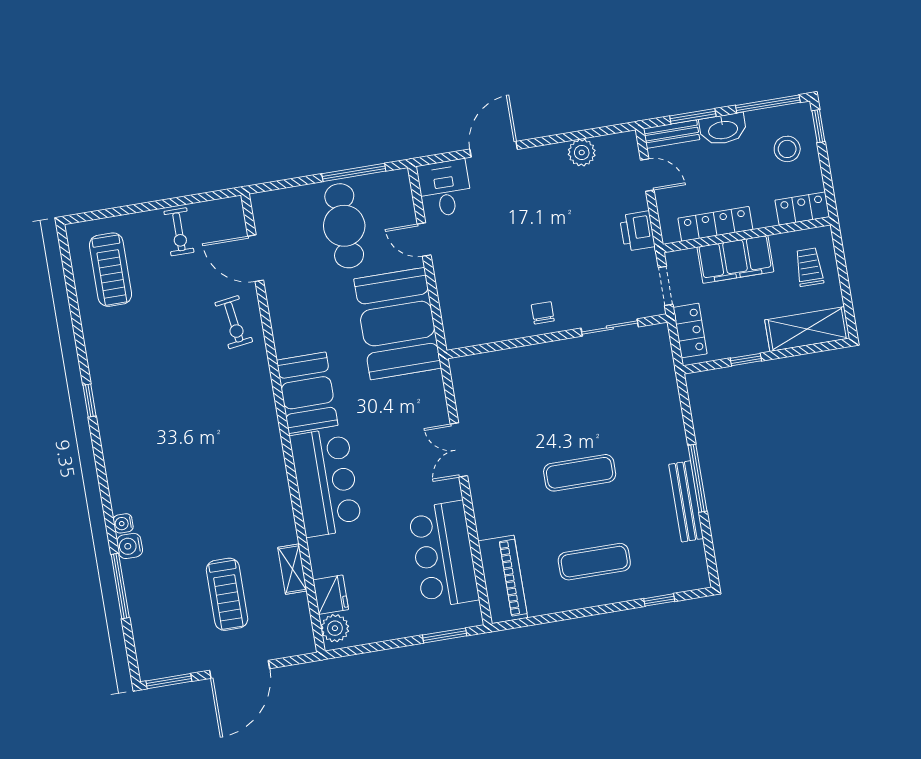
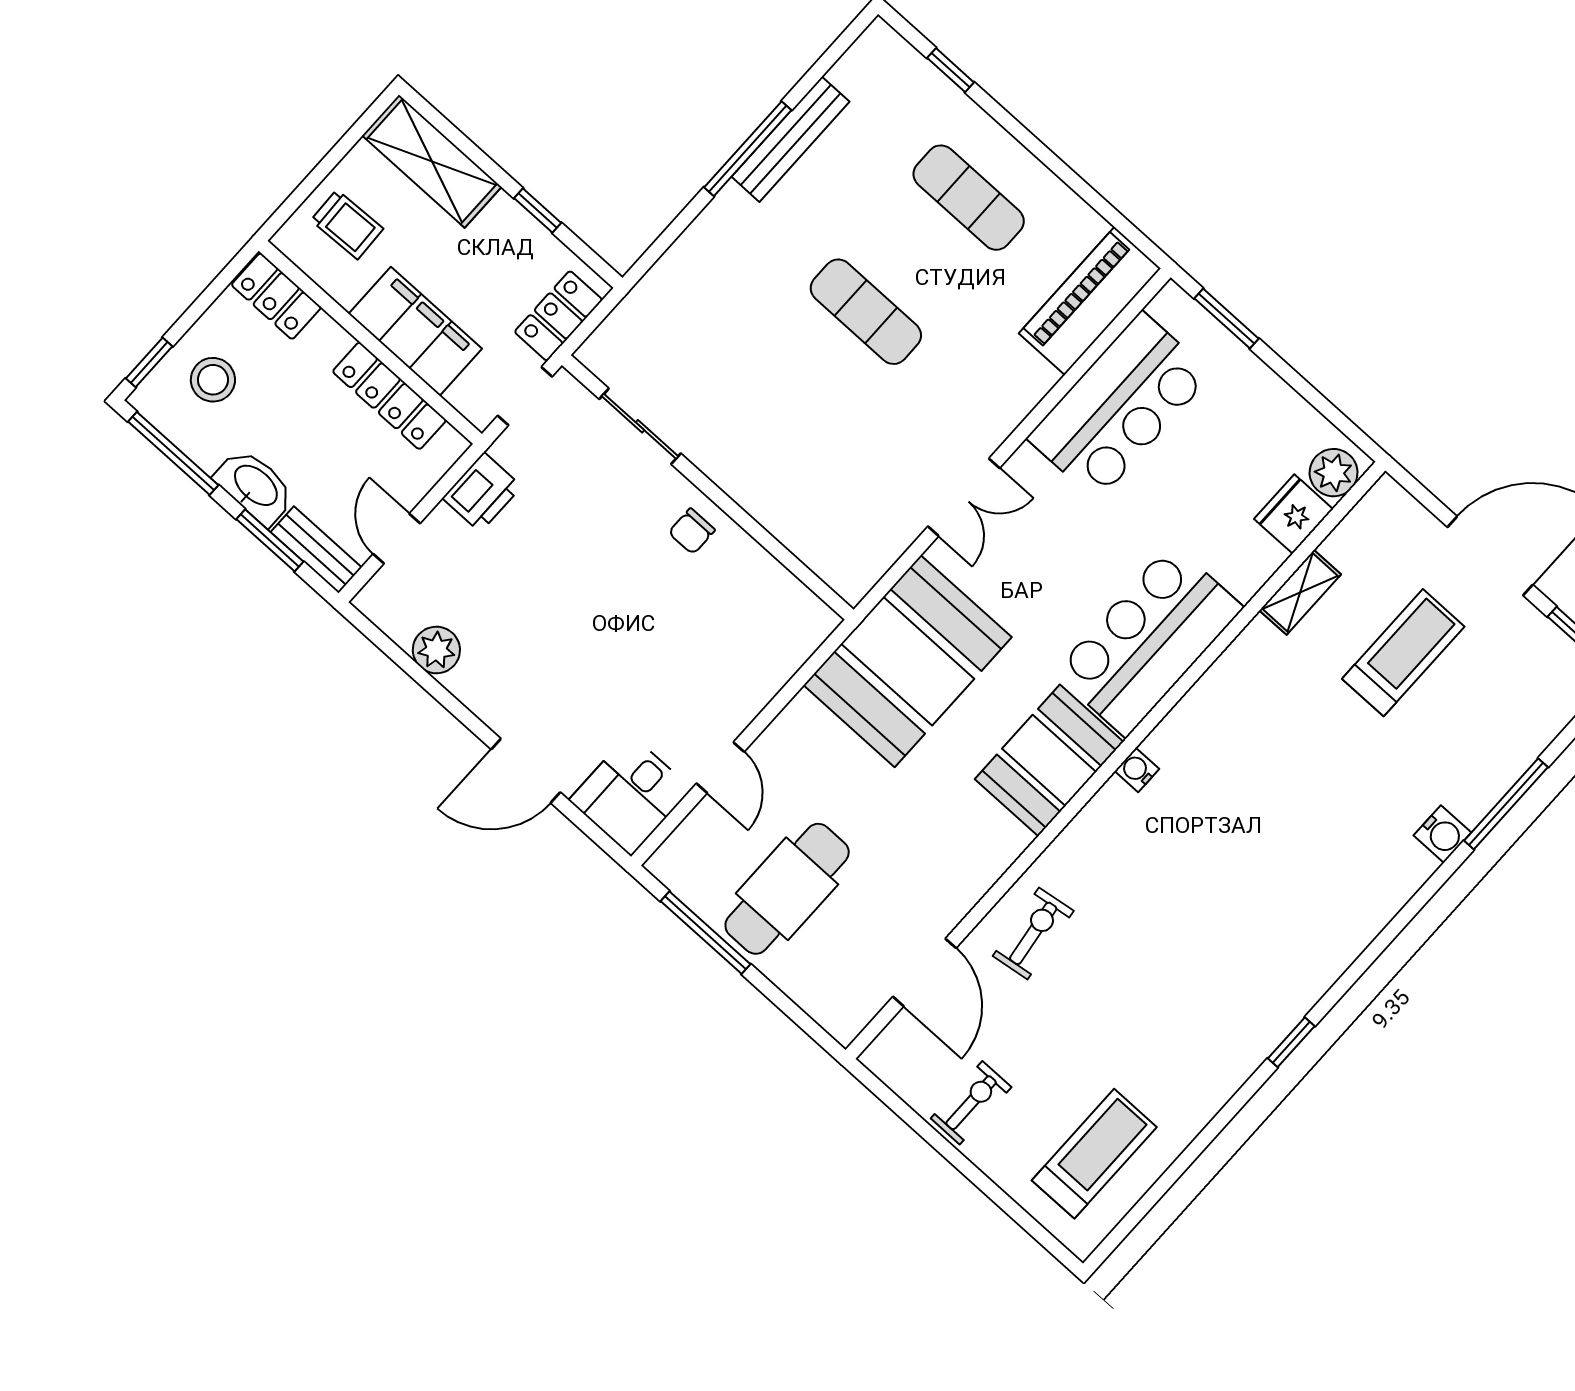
trolley: (809, 267) -> (347, 225), turned -92
booth: (398, 324) -> (908, 661), moved
water cooler: (123, 523) -> (1137, 770), moved, turned 180

